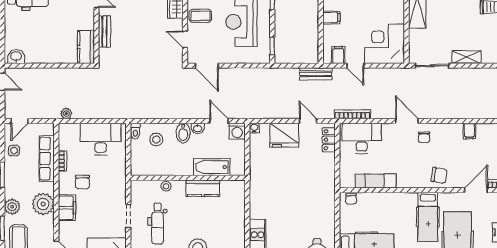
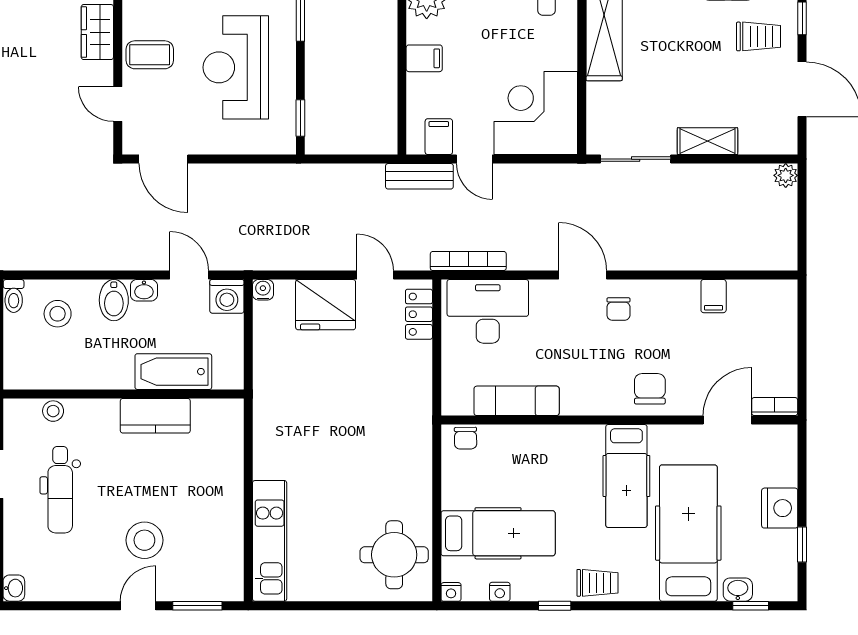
bench: (316, 74) -> (419, 176), moved
chair: (439, 175) -> (650, 389), turned -100
stool: (166, 186) -> (53, 411), moved

